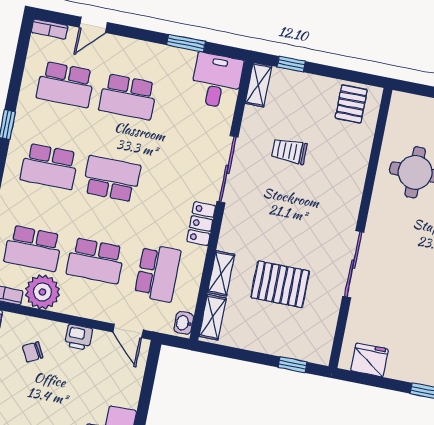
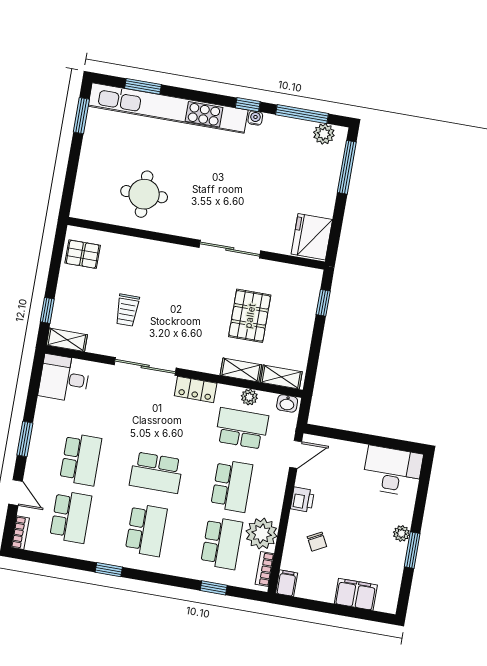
window: (186, 43) -> (25, 439), moved
school desk: (112, 179) -> (156, 473), turned -90
plant: (192, 282) -> (249, 397), added
fridge: (370, 360) -> (312, 237), width x1.36, depth x1.34

